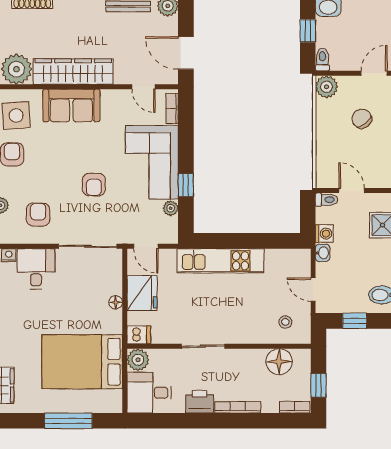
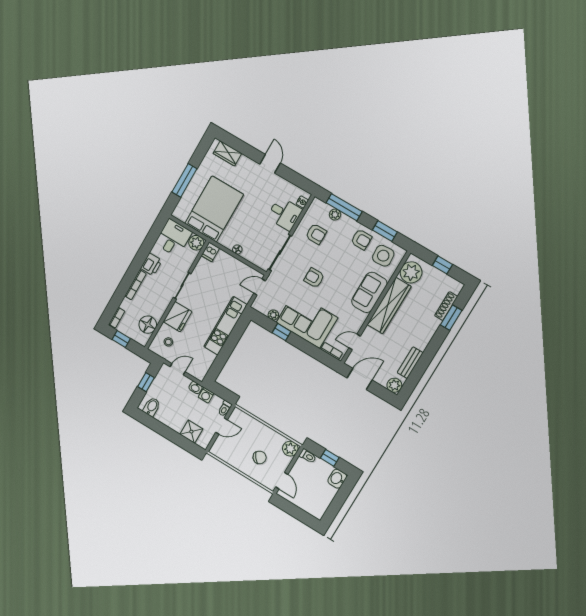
fridge: (142, 293) -> (178, 317), moved, turned -90

